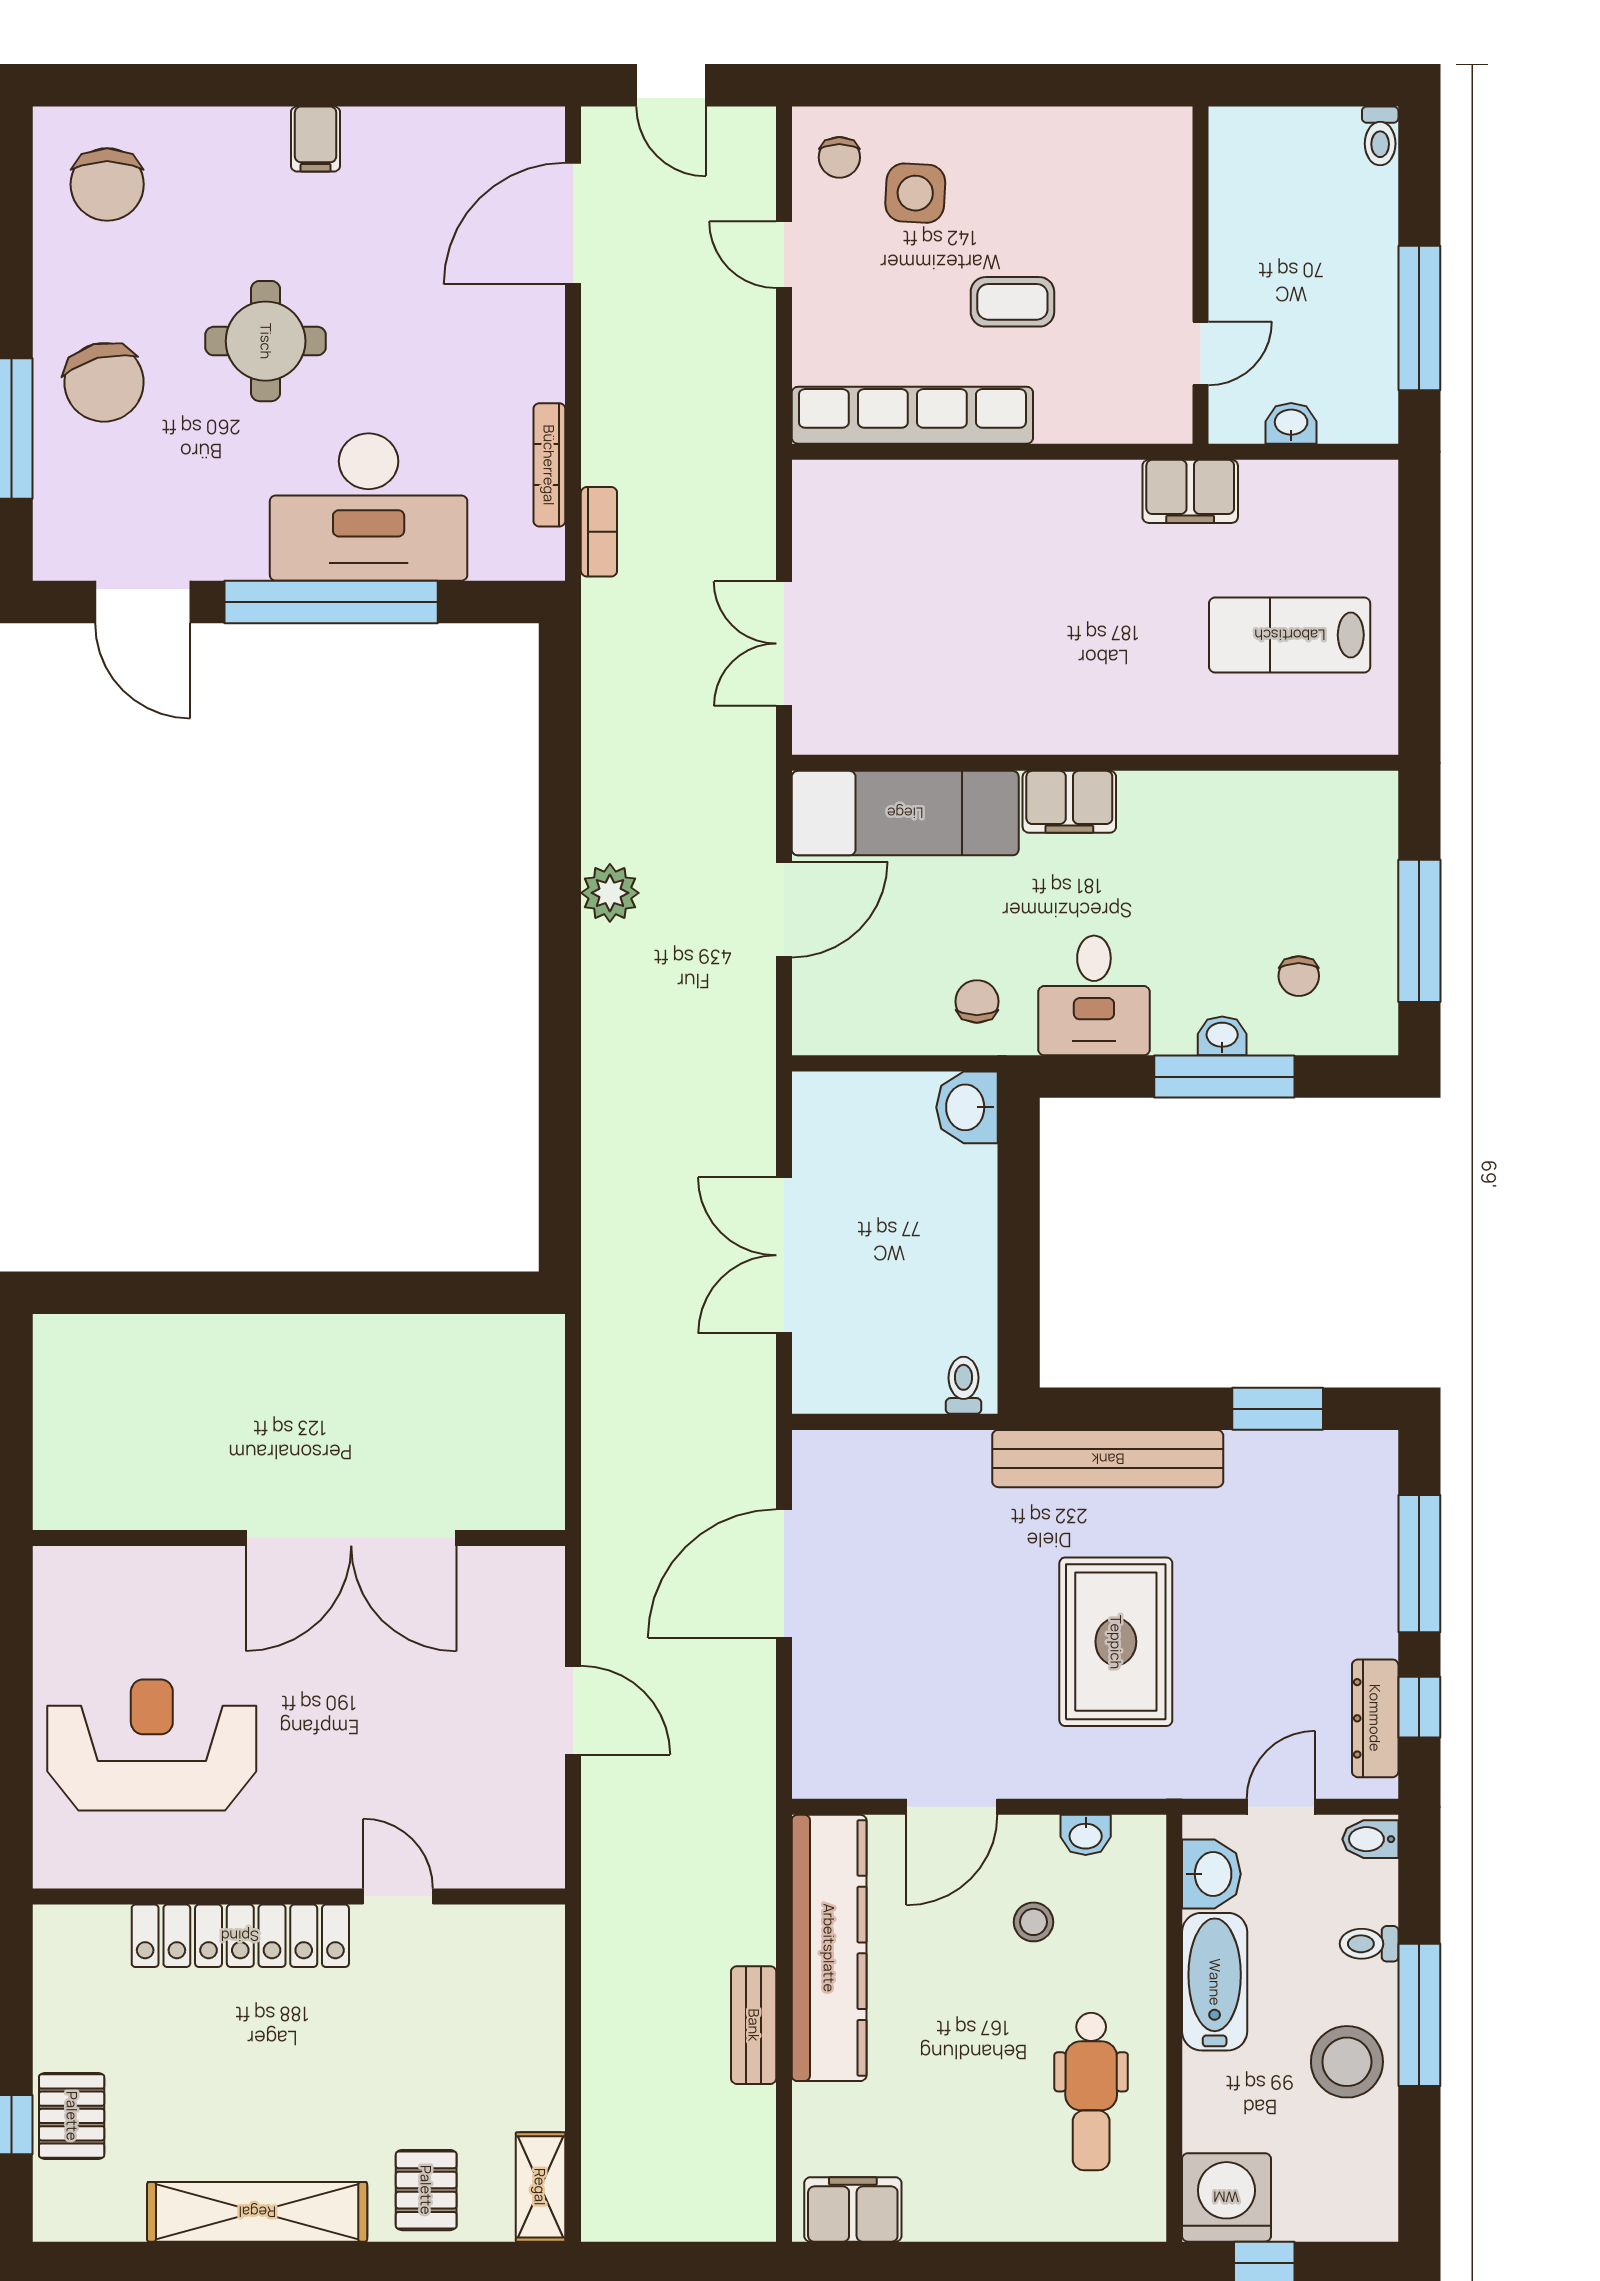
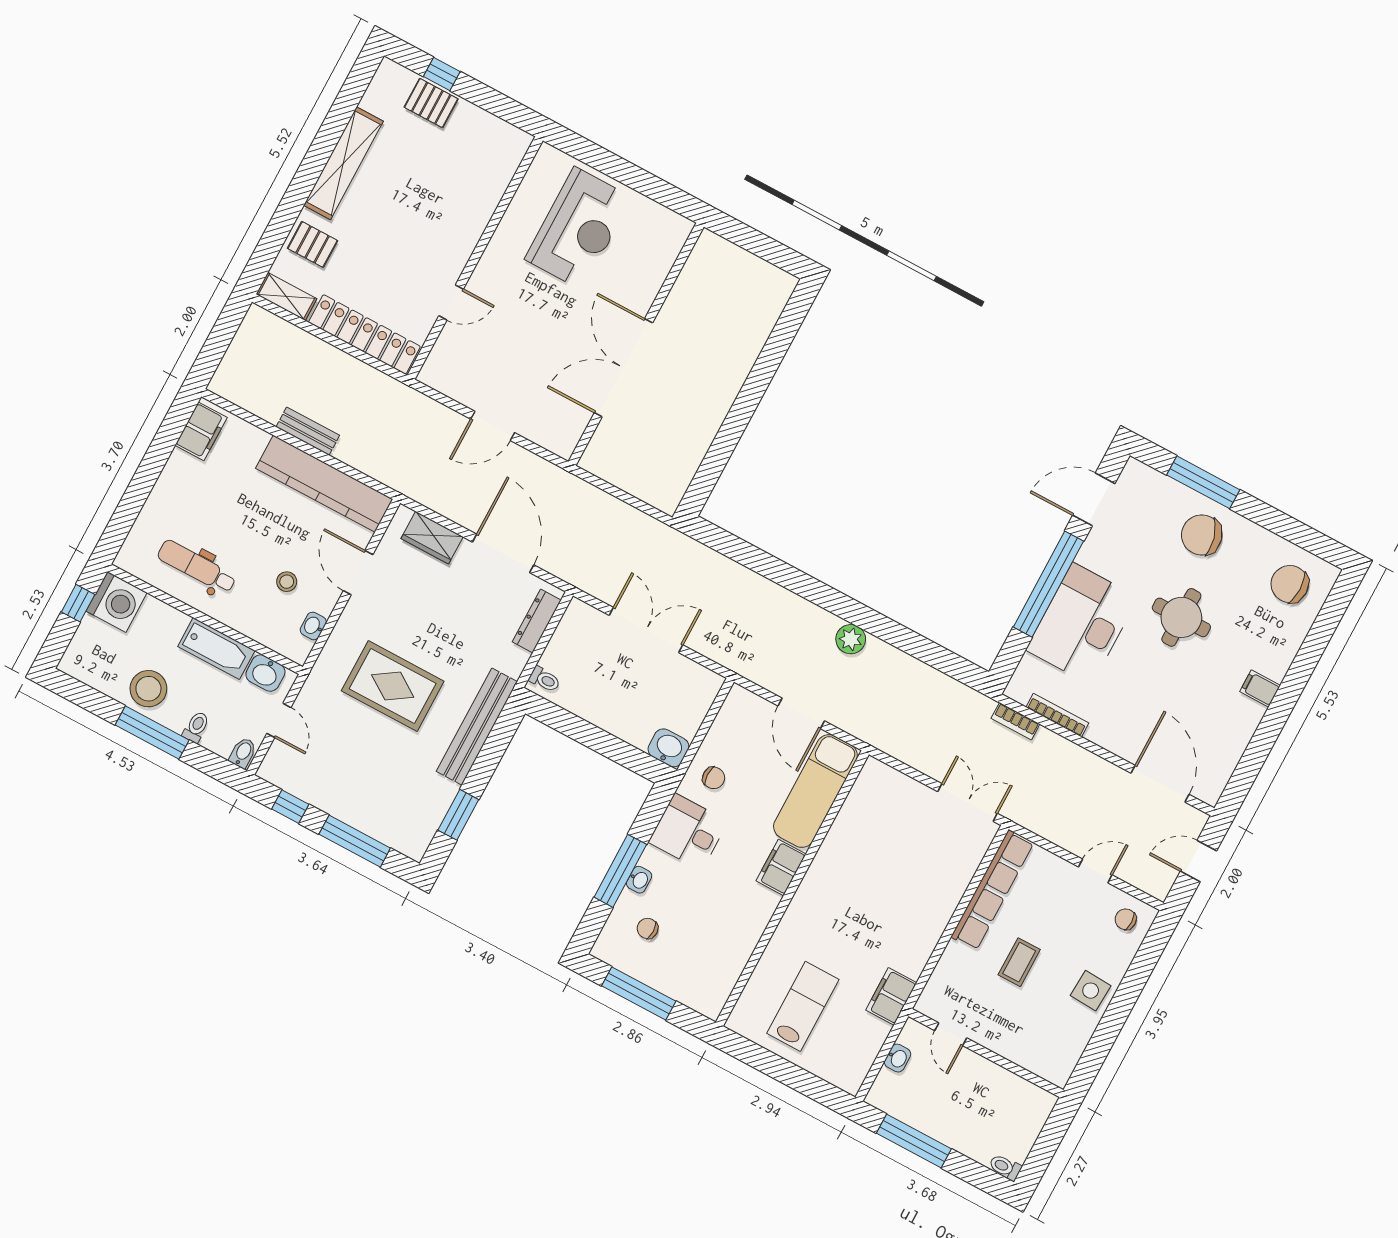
side table: (915, 193) -> (1091, 991), moved
double door: (784, 644) -> (967, 802), moved
wardrobe: (823, 1711) -> (432, 538), added
dresser: (1375, 1718) -> (537, 621), moved, turned -90
locker: (240, 1936) -> (364, 334), moved, turned 90

